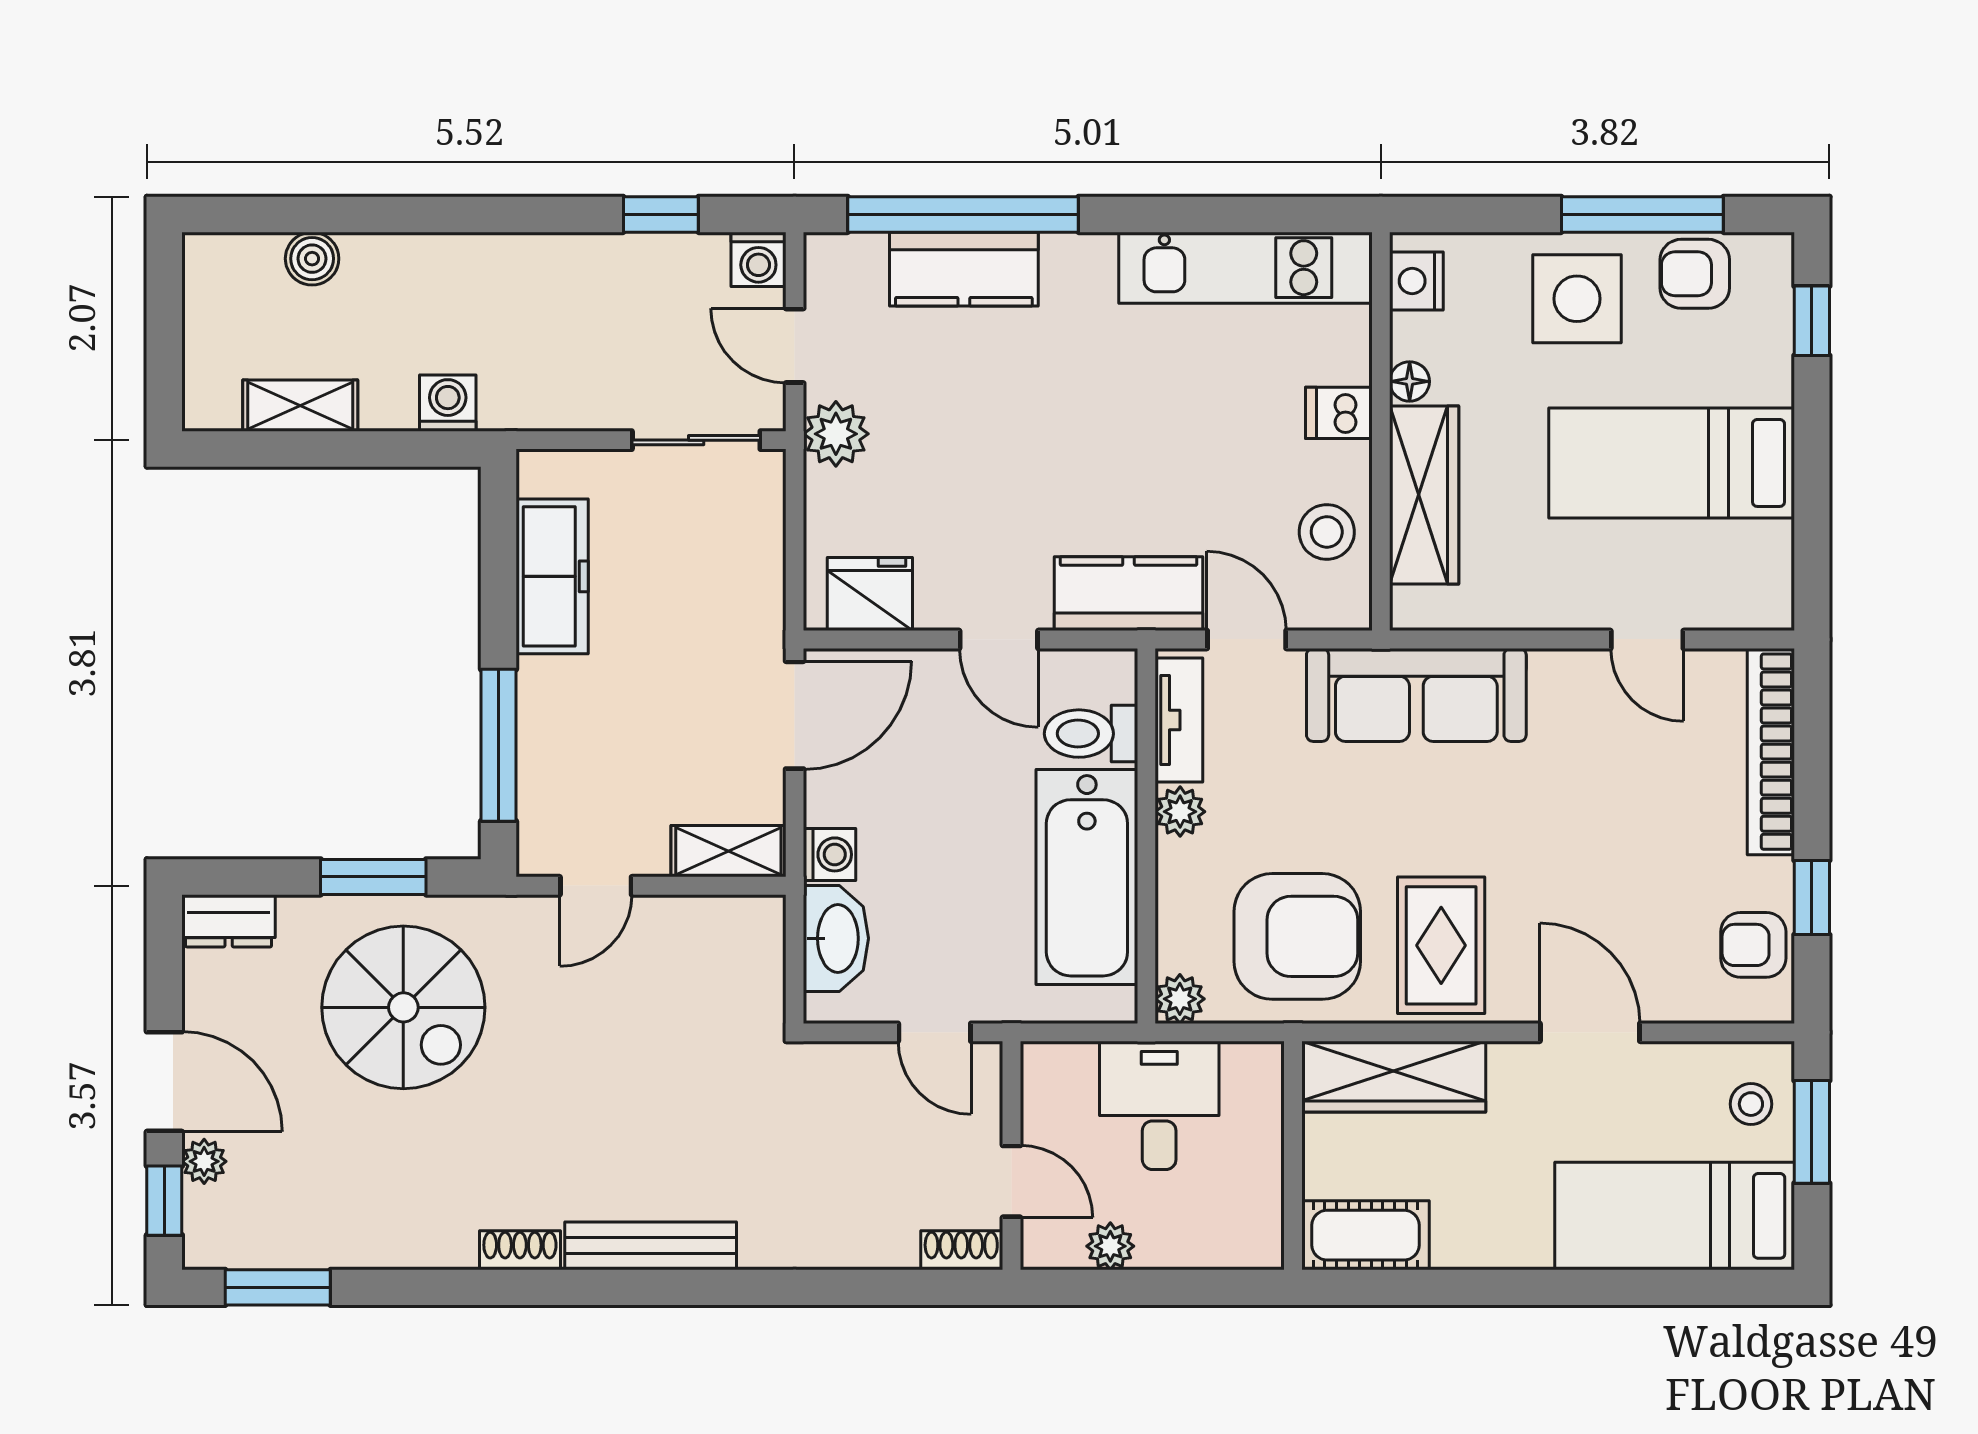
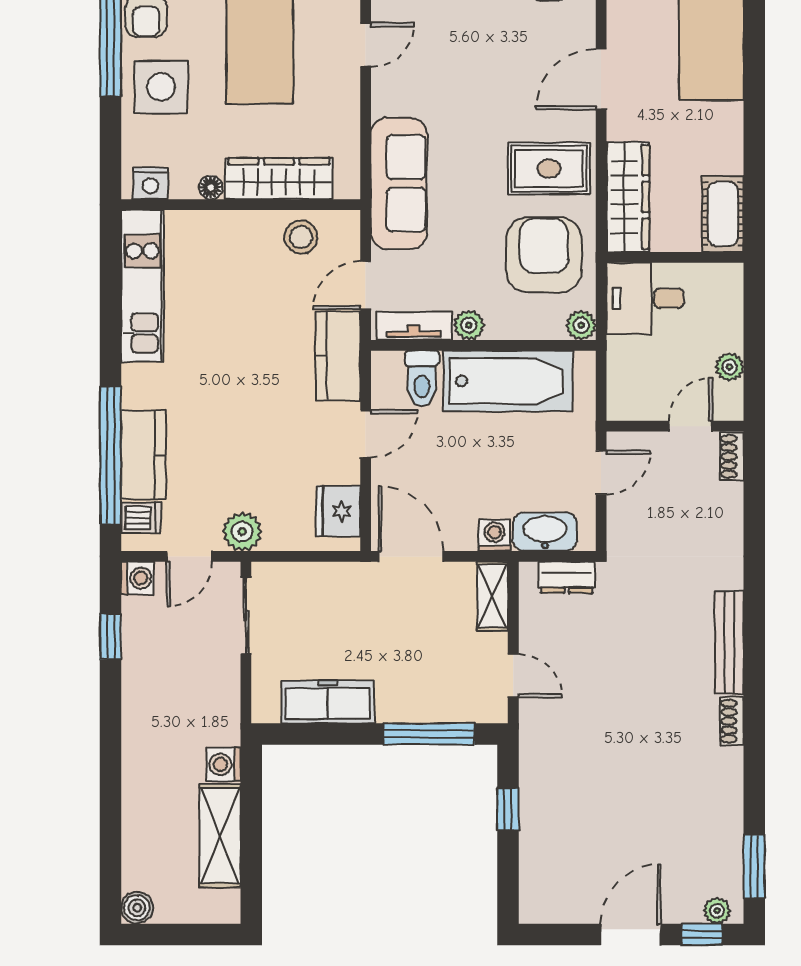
boiler: (312, 259) -> (137, 908), moved
shelving: (300, 406) -> (220, 836), width x1.50, depth x1.33
dishwasher: (1339, 413) -> (141, 518), moved, turned -90
window: (373, 877) -> (508, 809), width x0.67
dresser: (229, 921) -> (567, 577), moved, turned 90
spiral stairs: (403, 1007) -> (586, 791), removed
desk: (1159, 1105) -> (645, 298), moved
plant: (204, 1161) -> (717, 911), moved

